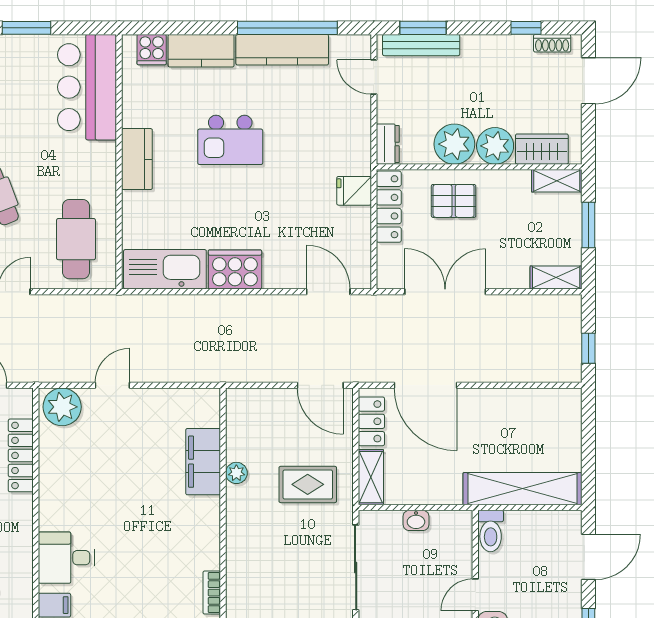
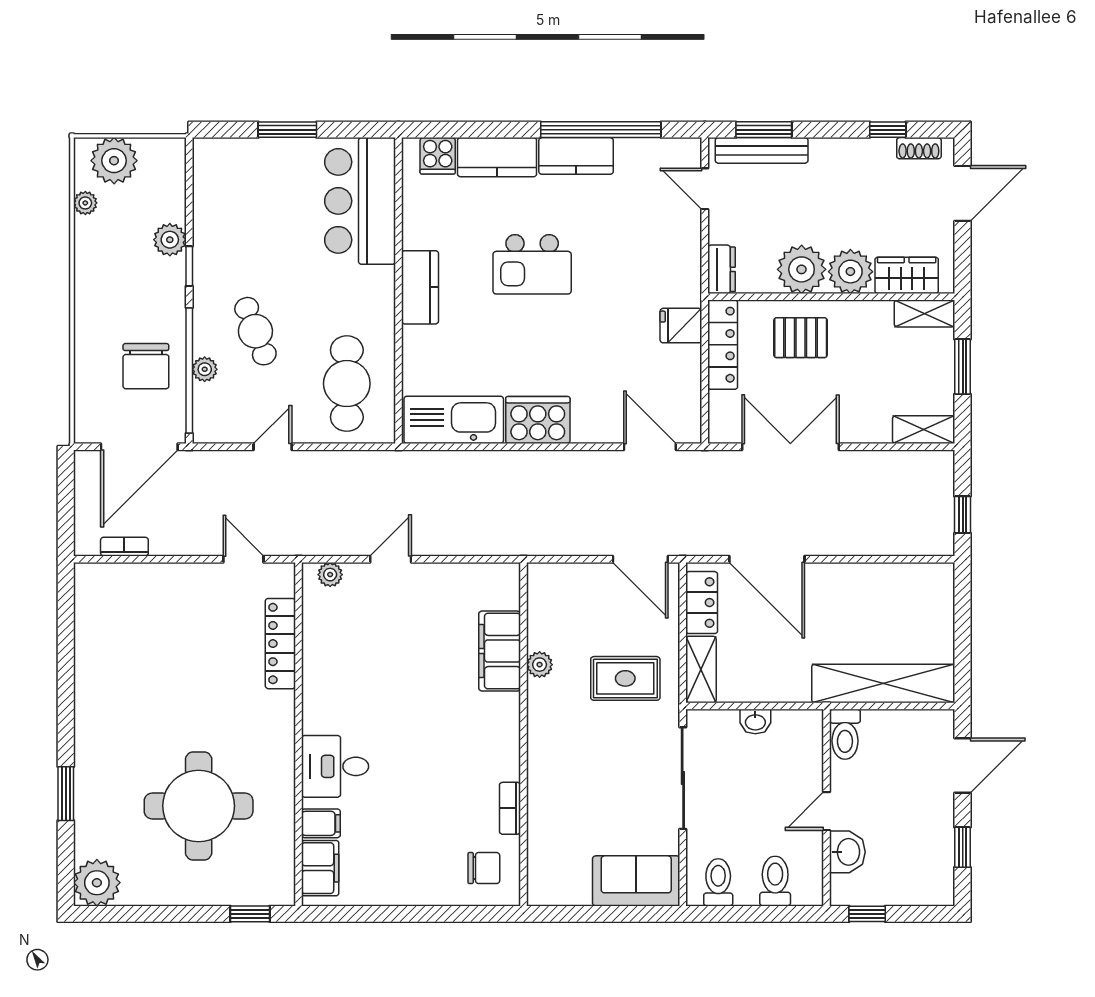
kitchen counter: (282, 50) -> (576, 156), width x0.67
plant: (62, 407) -> (330, 575), width x0.53, depth x0.53

